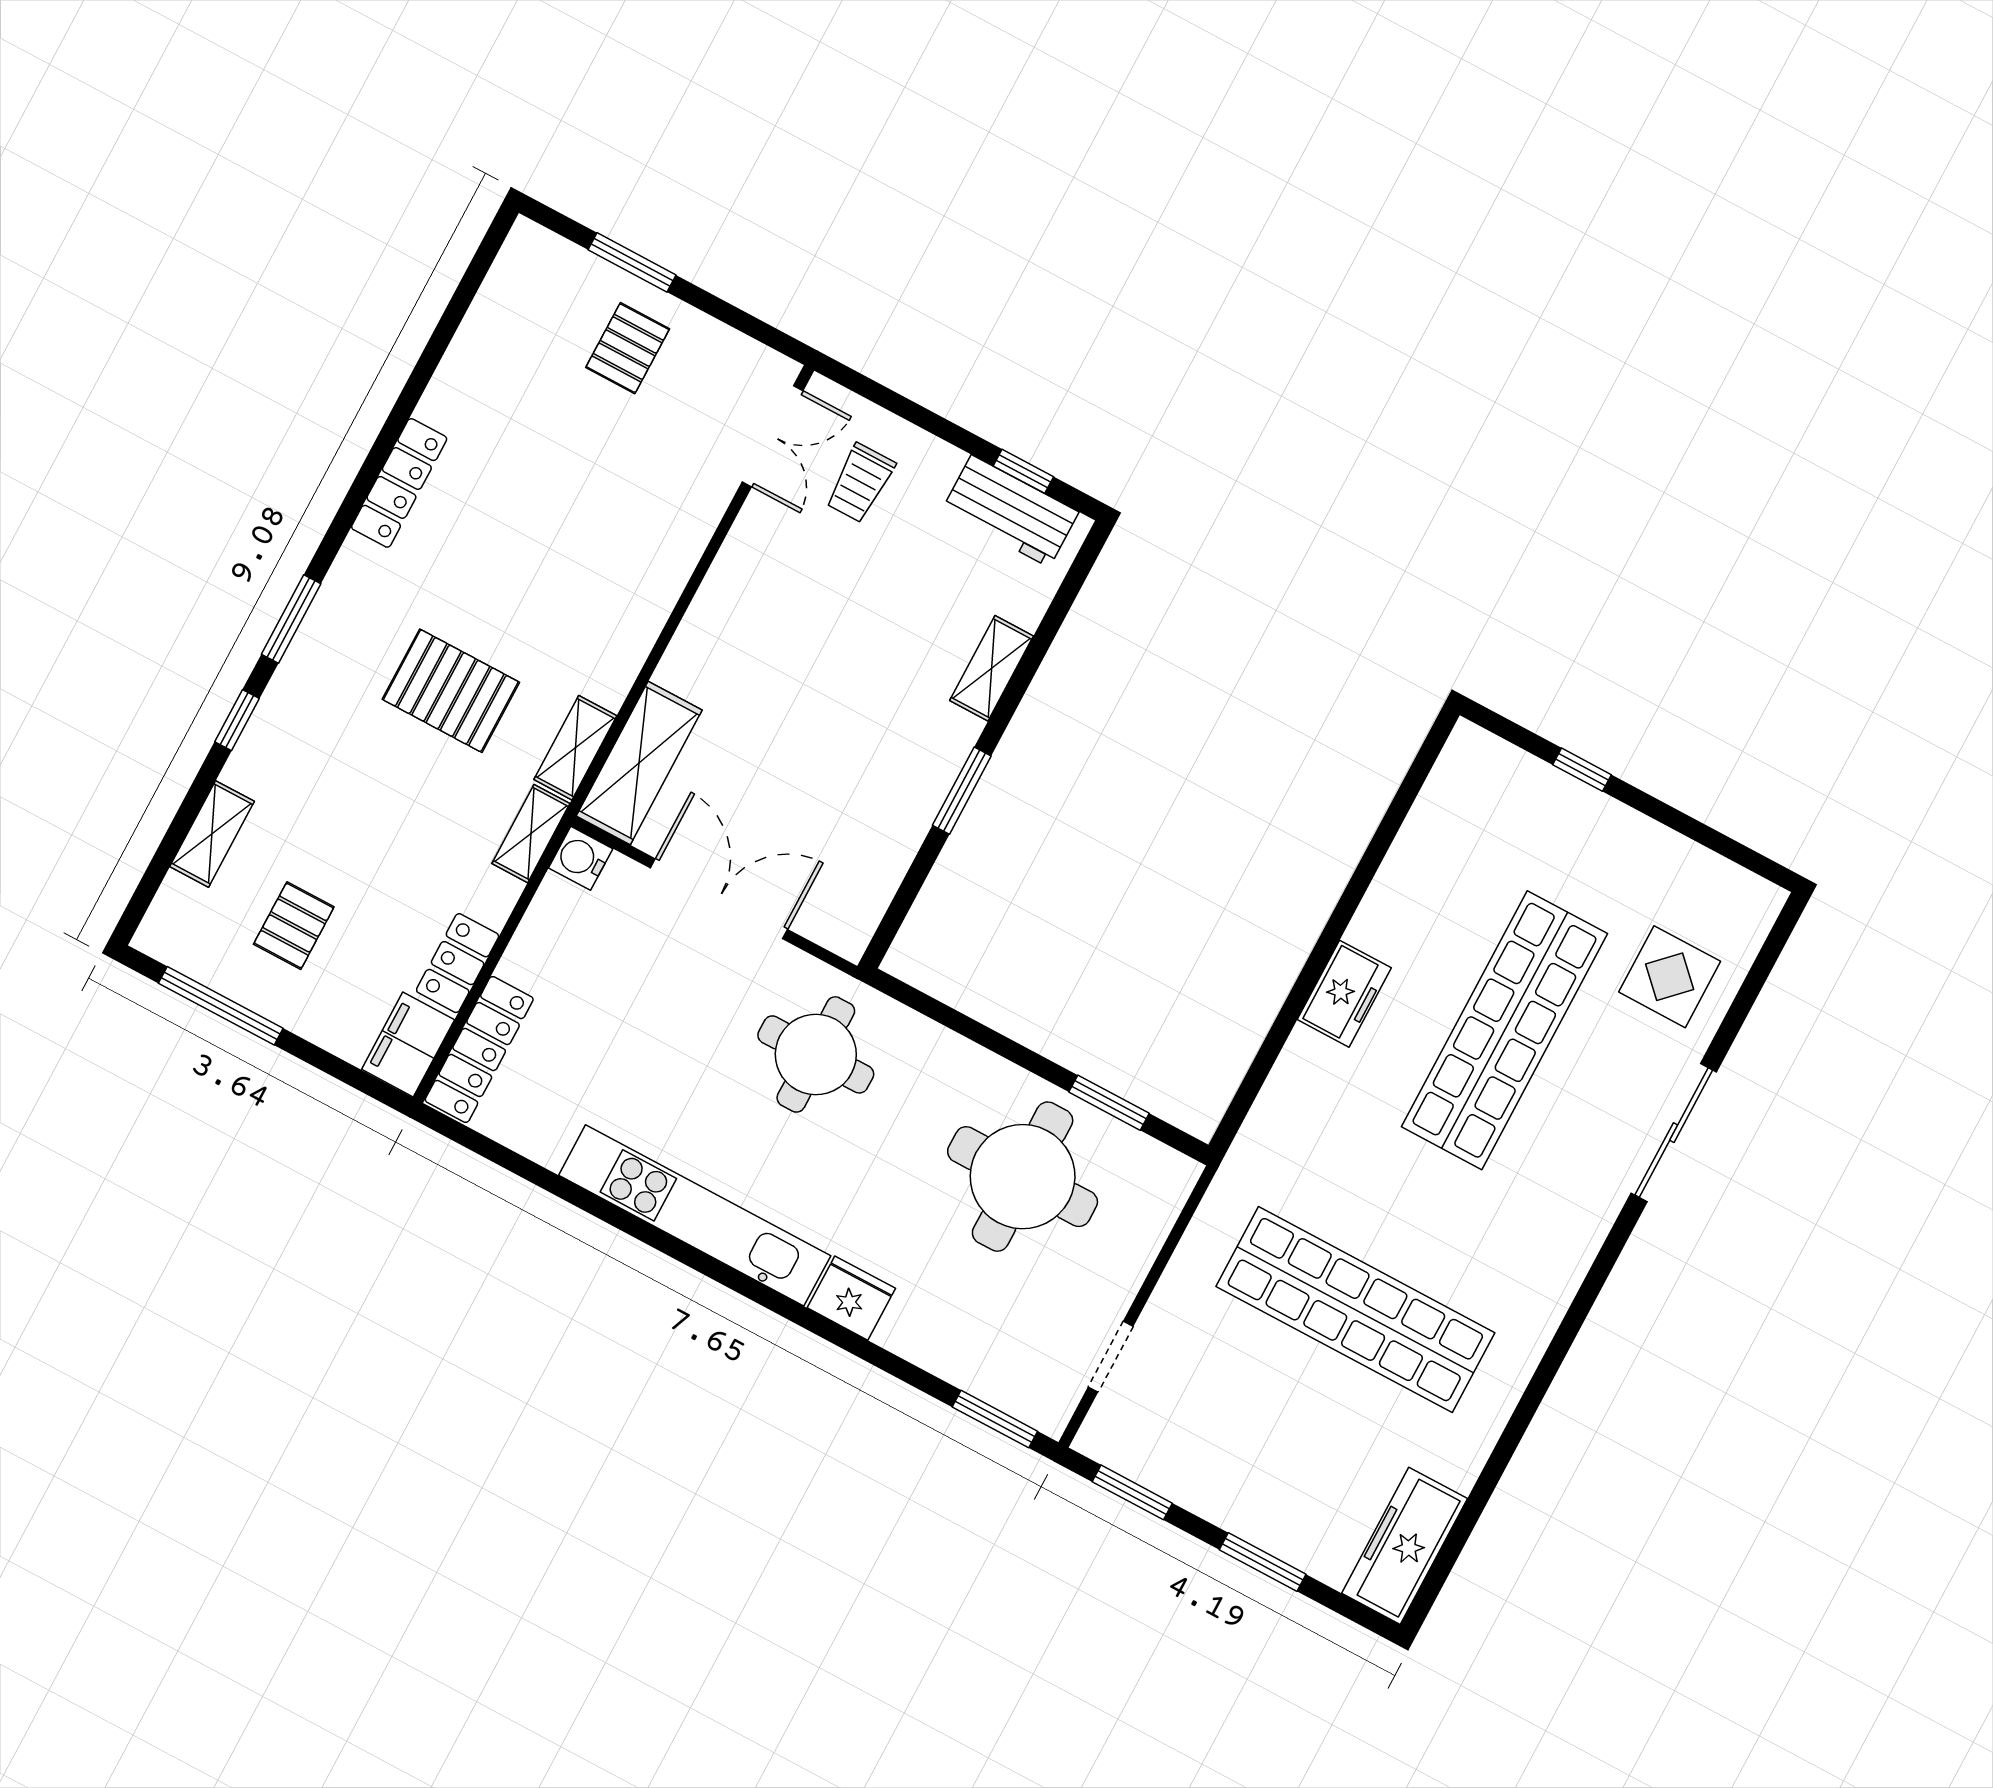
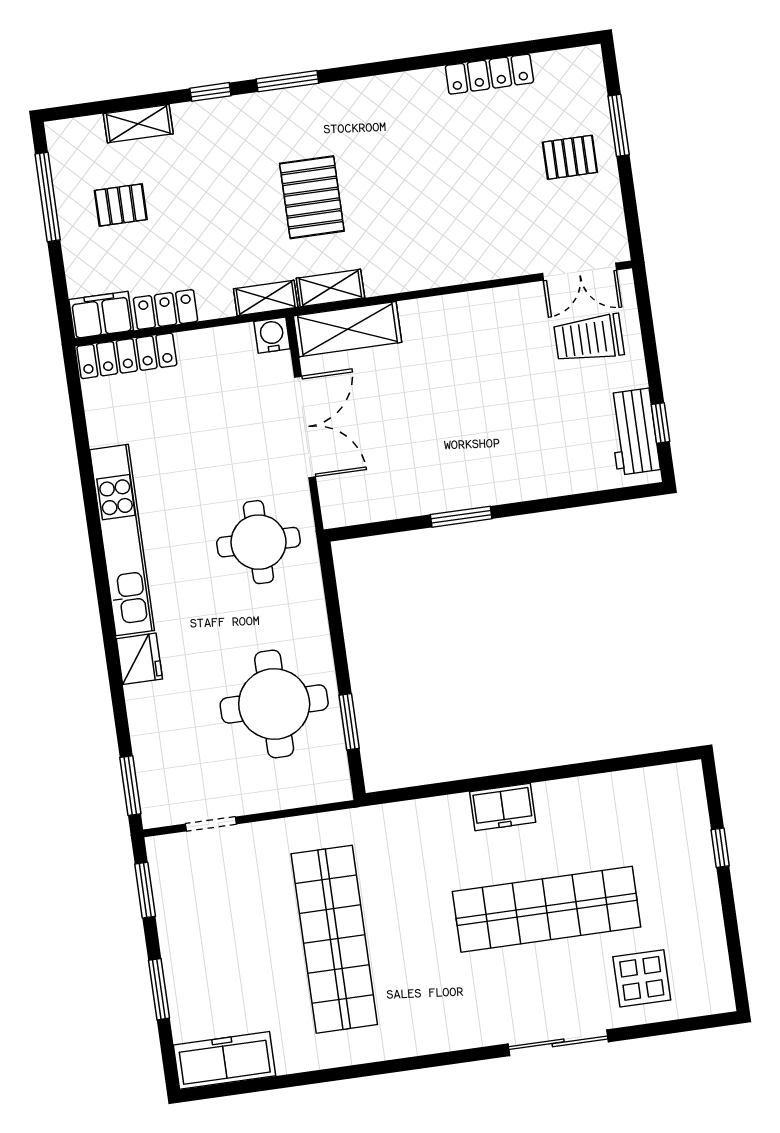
locker: (399, 483) -> (489, 74), moved
trolley: (860, 483) -> (589, 338), width x1.36, depth x1.39
shelving: (992, 668) -> (540, 484), removed

